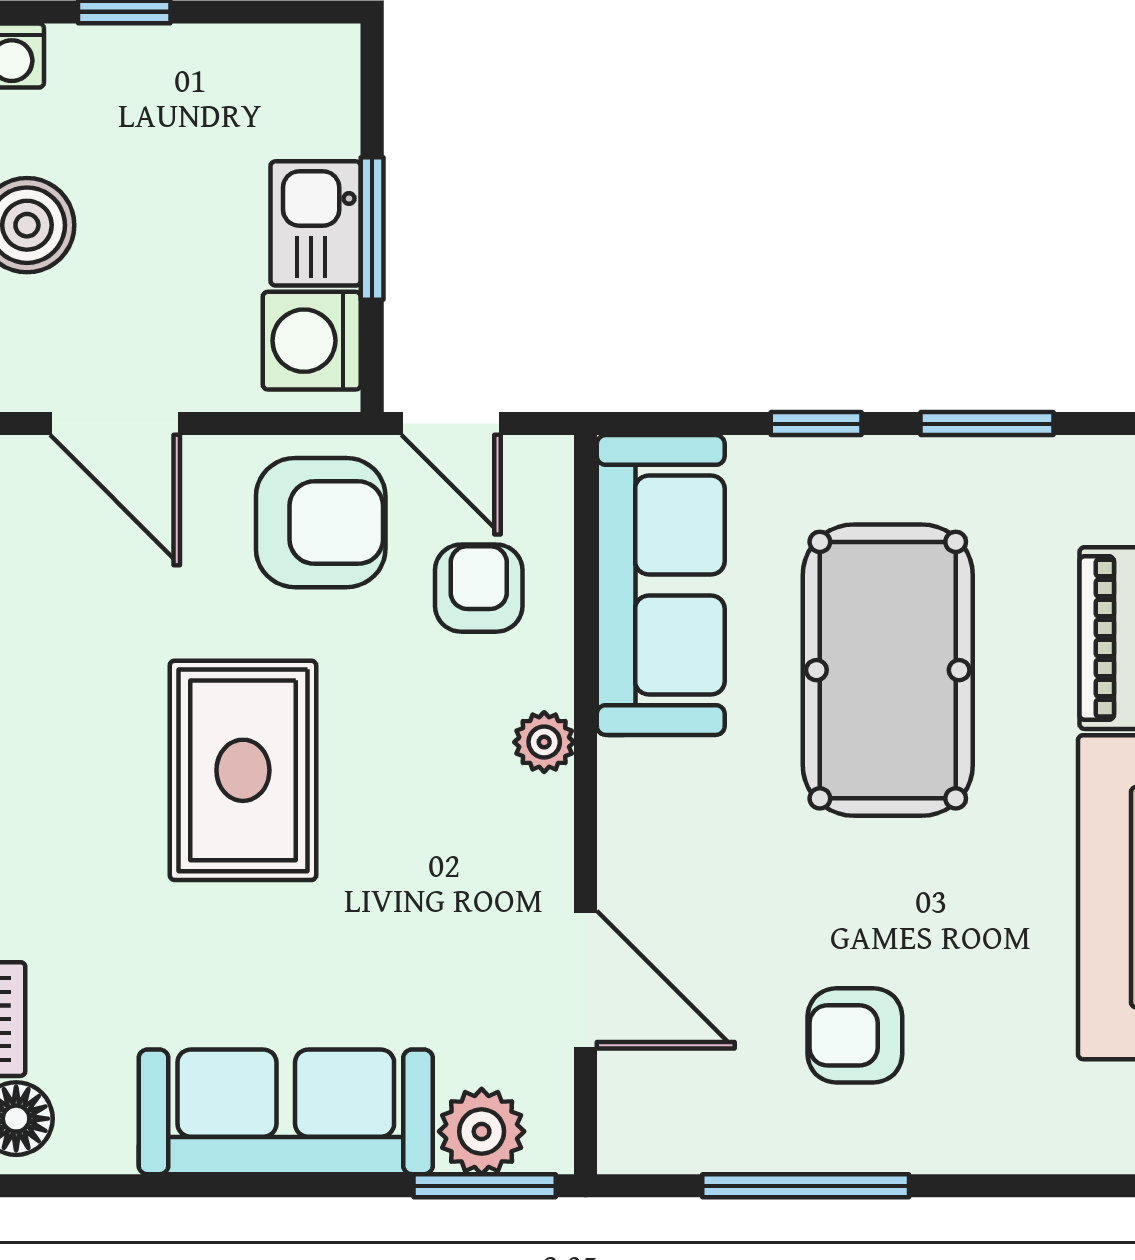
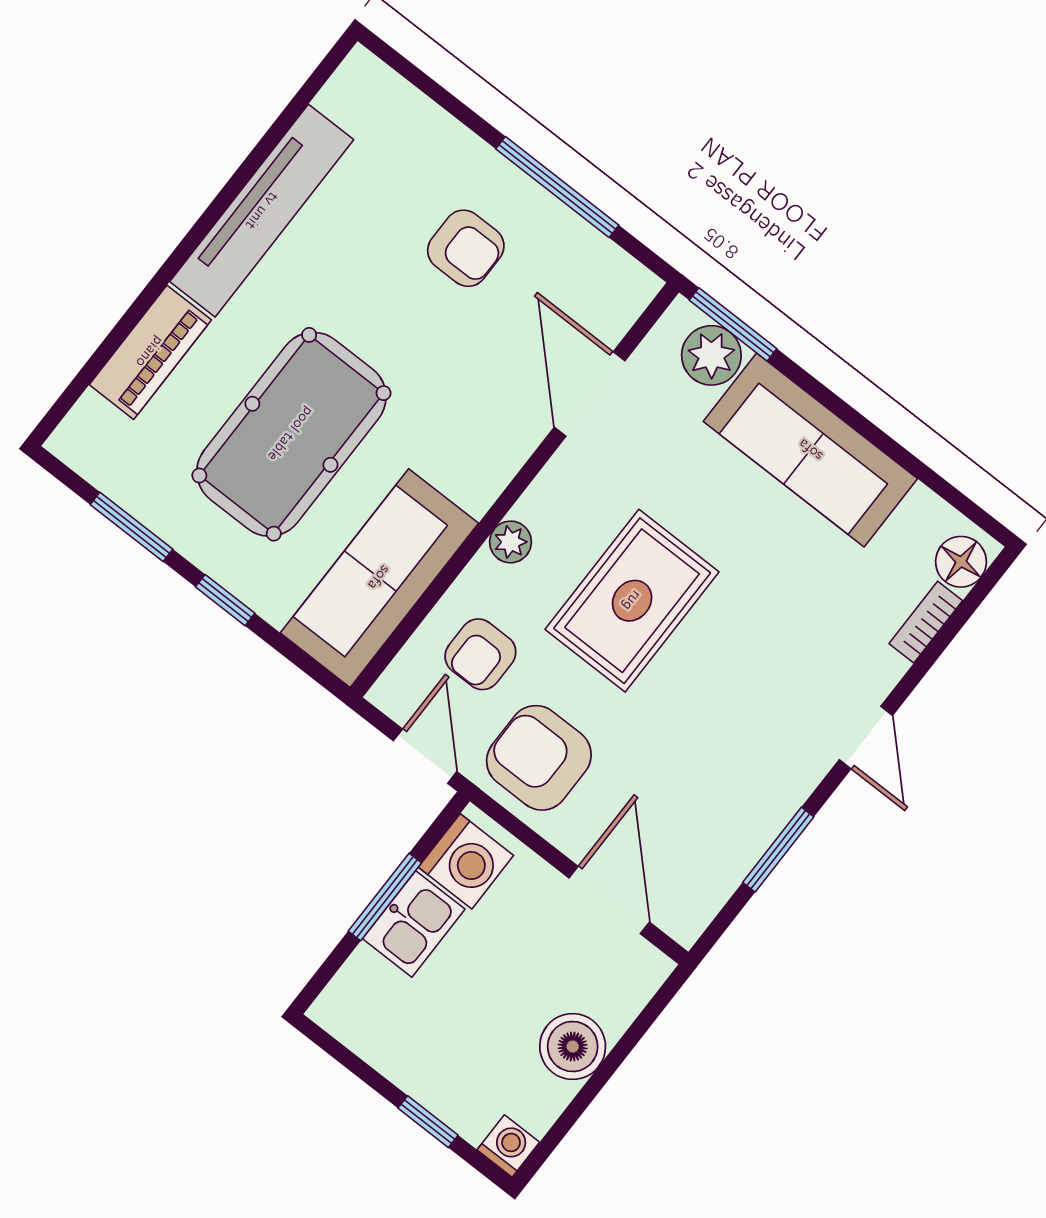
rug: (243, 770) -> (632, 601), moved

